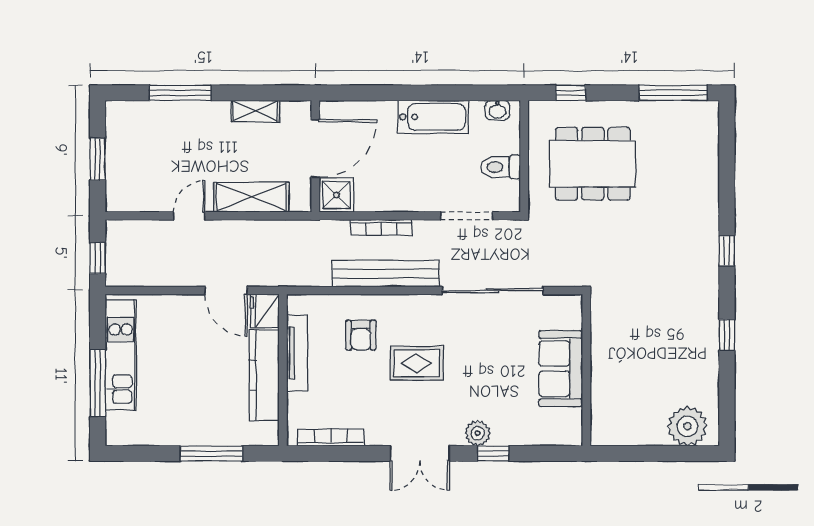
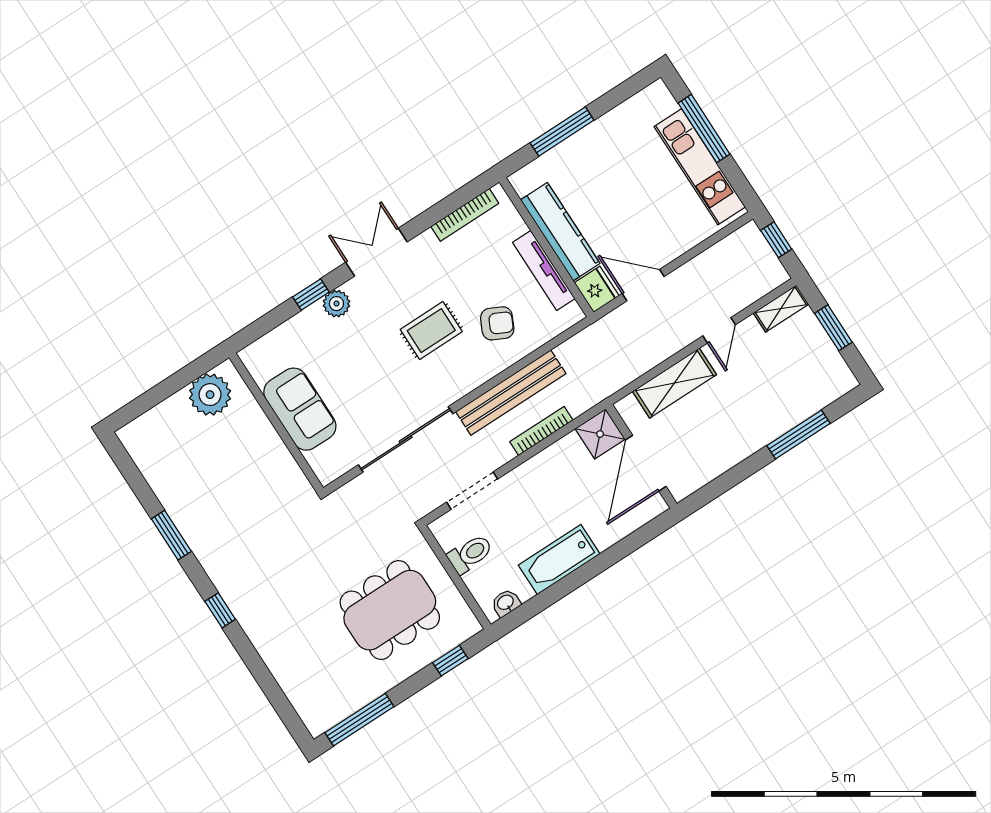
shelving: (255, 111) -> (781, 309), moved
armchair: (361, 335) -> (497, 323), turned 116
window: (727, 335) -> (171, 535), width x1.50
plant: (687, 426) -> (210, 395), moved

